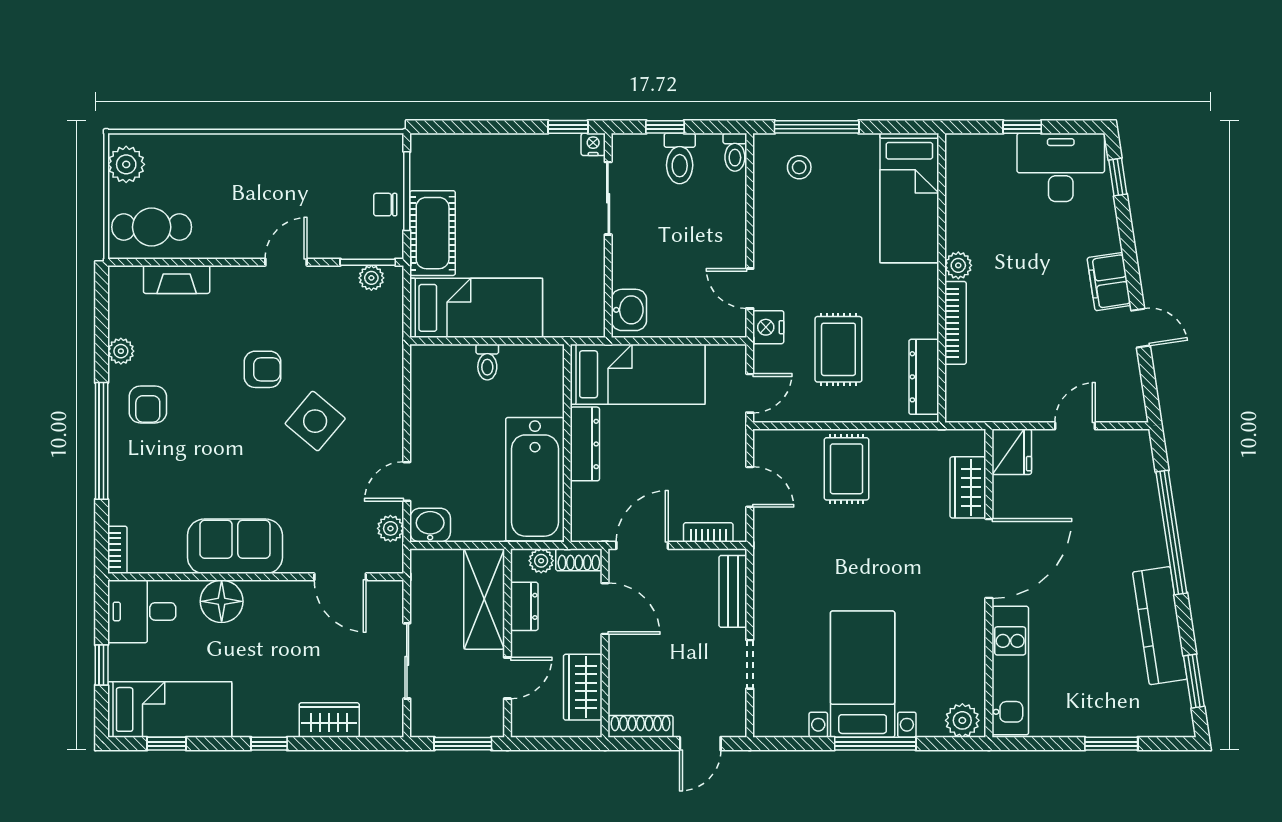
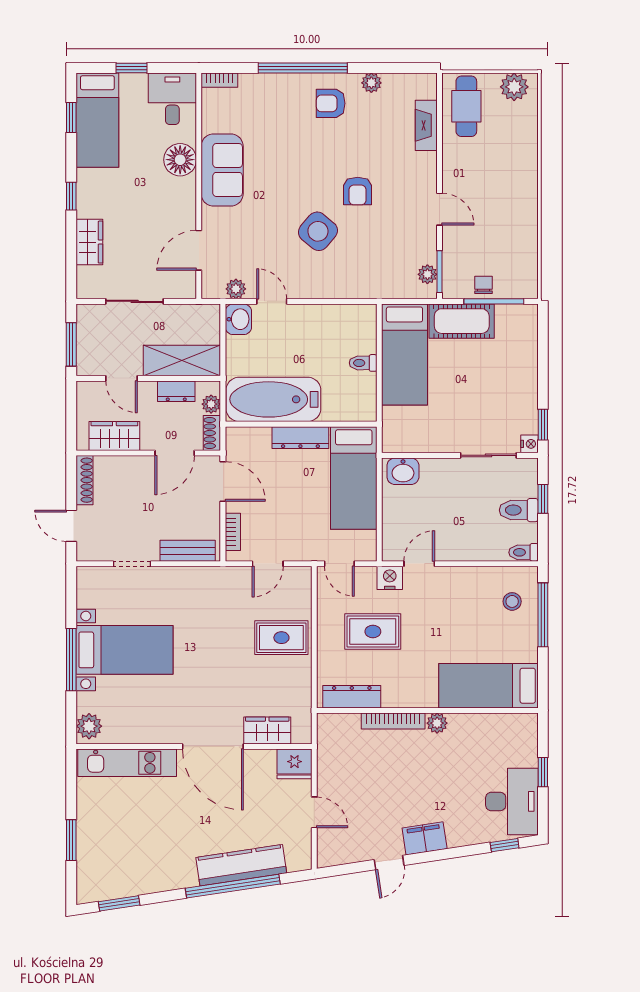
kitchen counter: (1160, 626) -> (241, 865), moved

